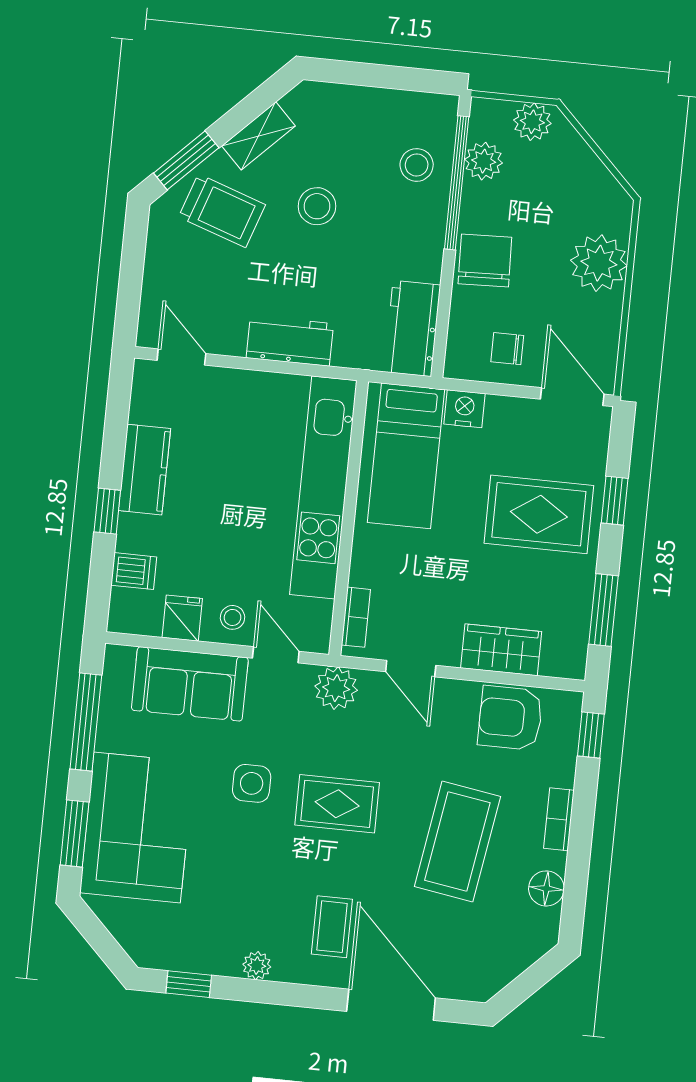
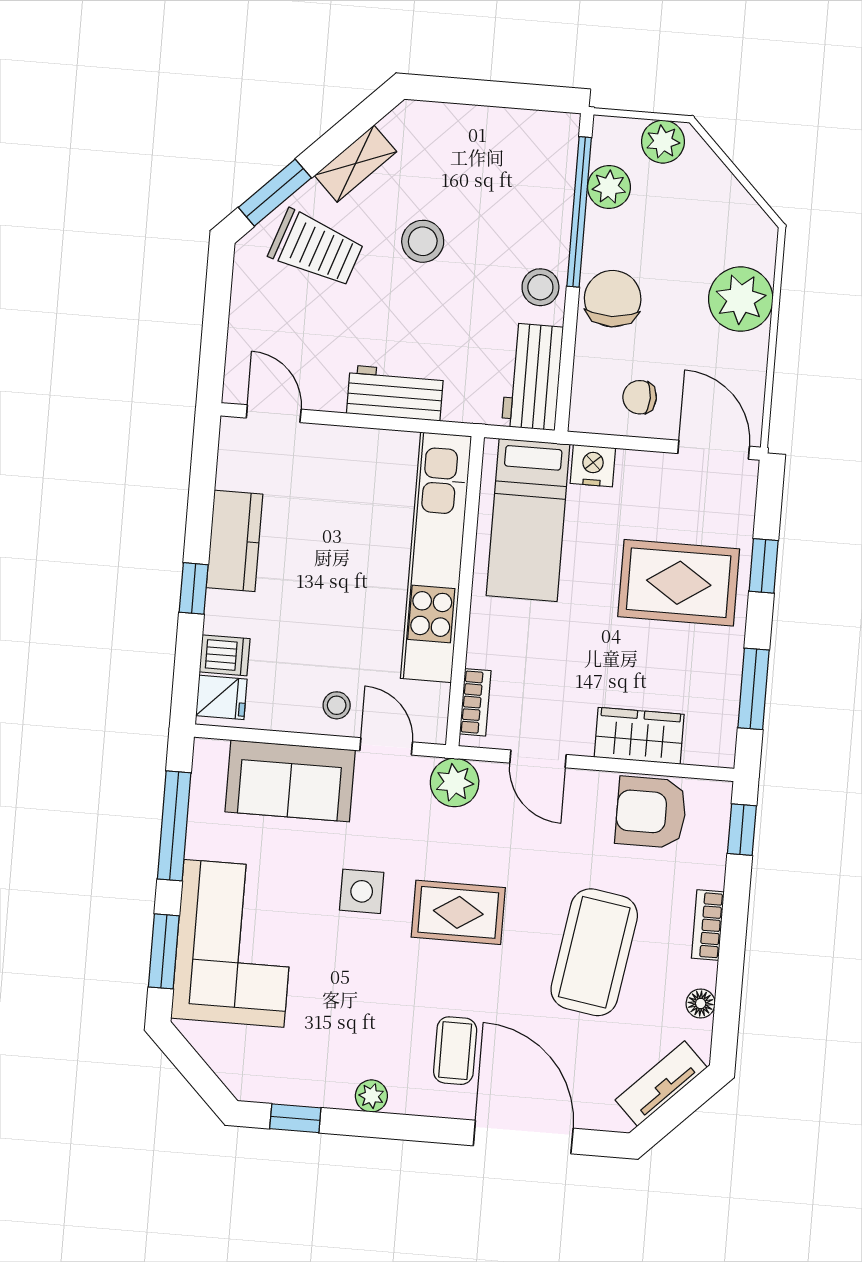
stool: (417, 165) -> (540, 287), moved
fridge: (182, 618) -> (221, 697), moved, turned 90
floor lamp: (546, 888) -> (701, 1003), width x0.73, depth x0.73
tv unit: (515, 960) -> (661, 1084), added

